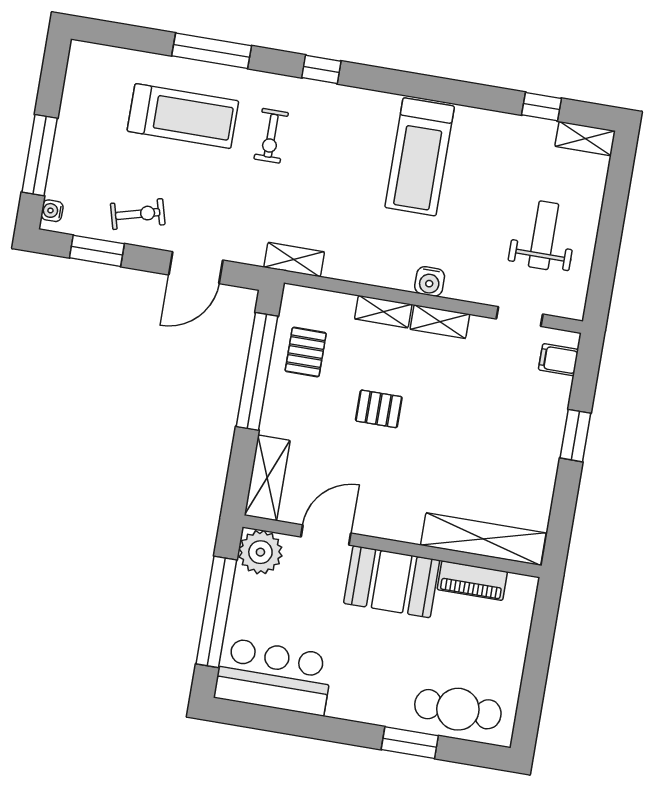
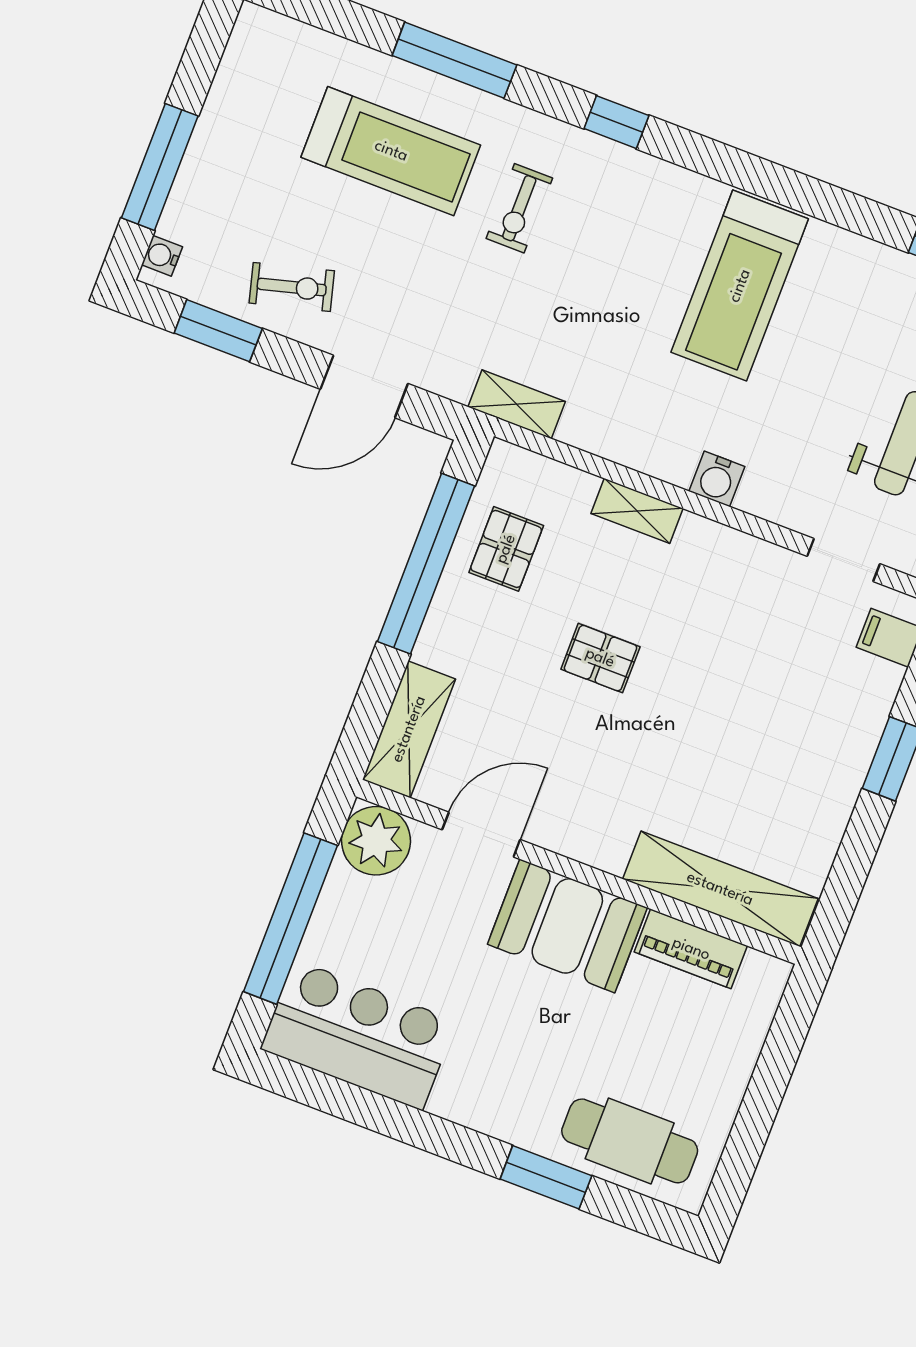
shelving: (440, 322) -> (720, 544), removed

